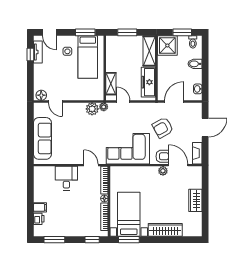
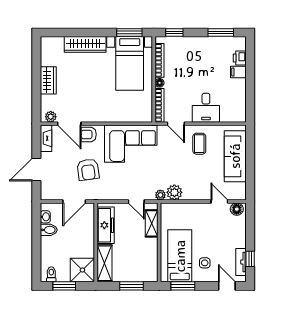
bidet: (195, 64) -> (49, 230), moved
armchair: (163, 128) -> (88, 170), turned 111
coffee table: (72, 149) -> (199, 144), added
plant: (163, 171) -> (51, 117), moved

